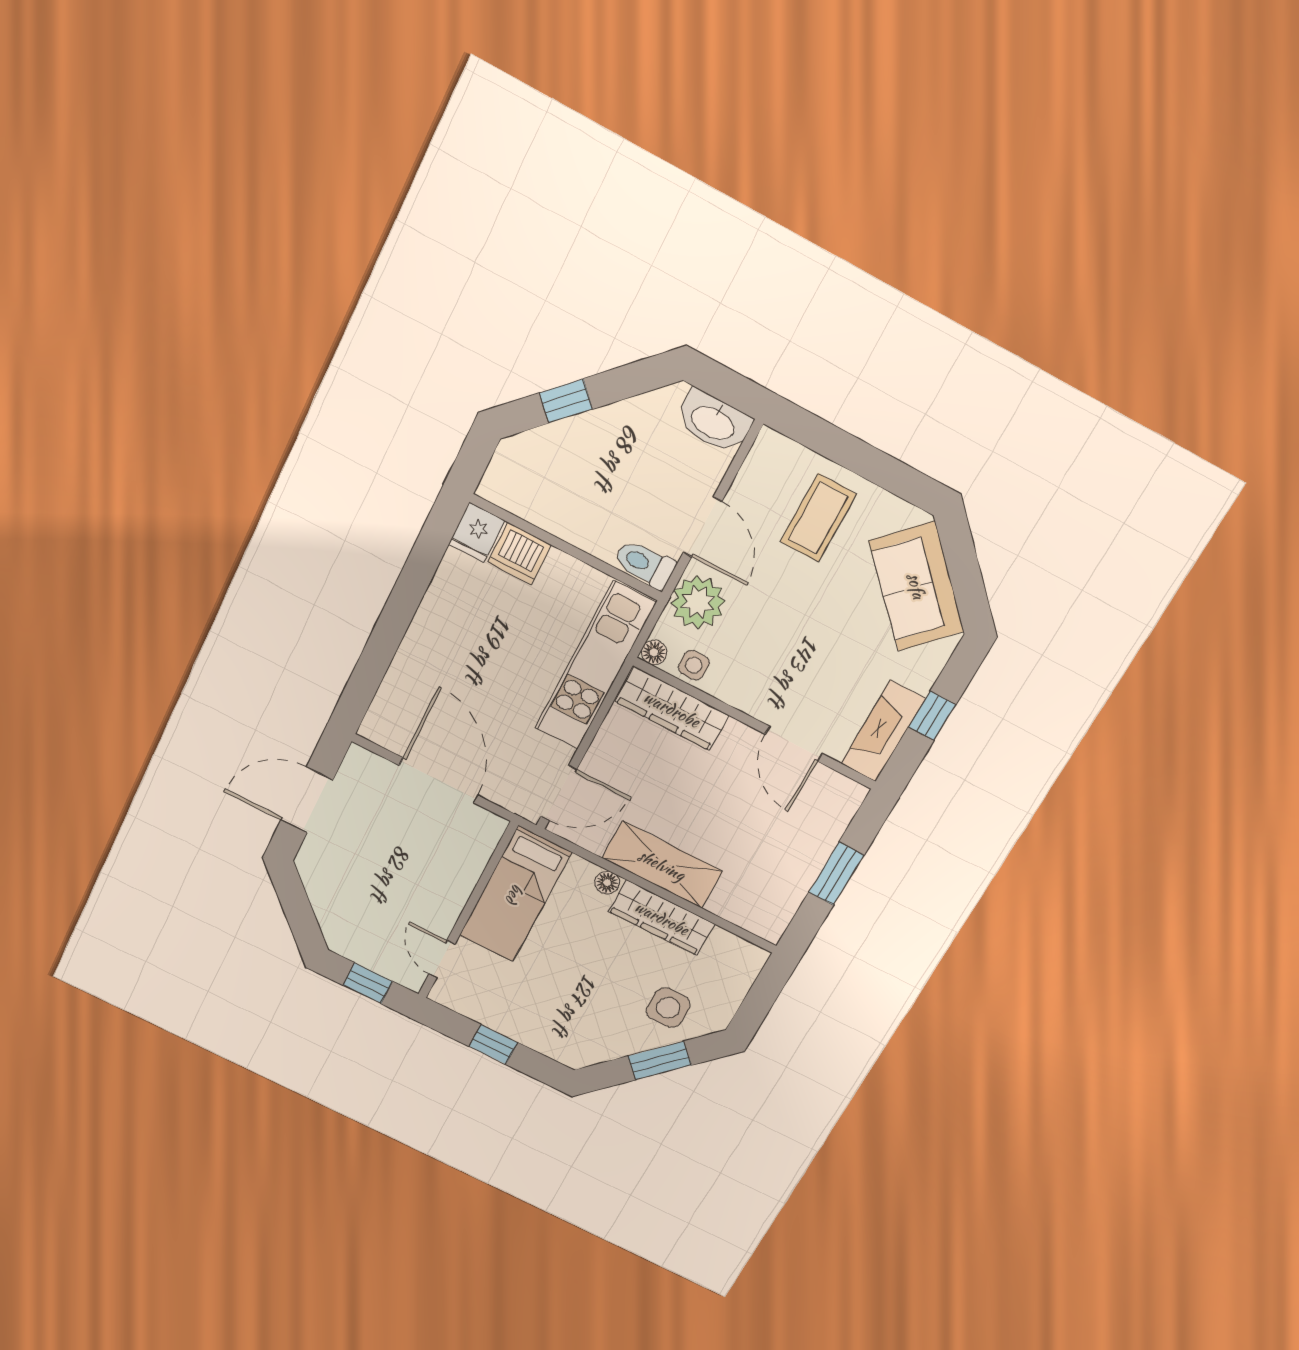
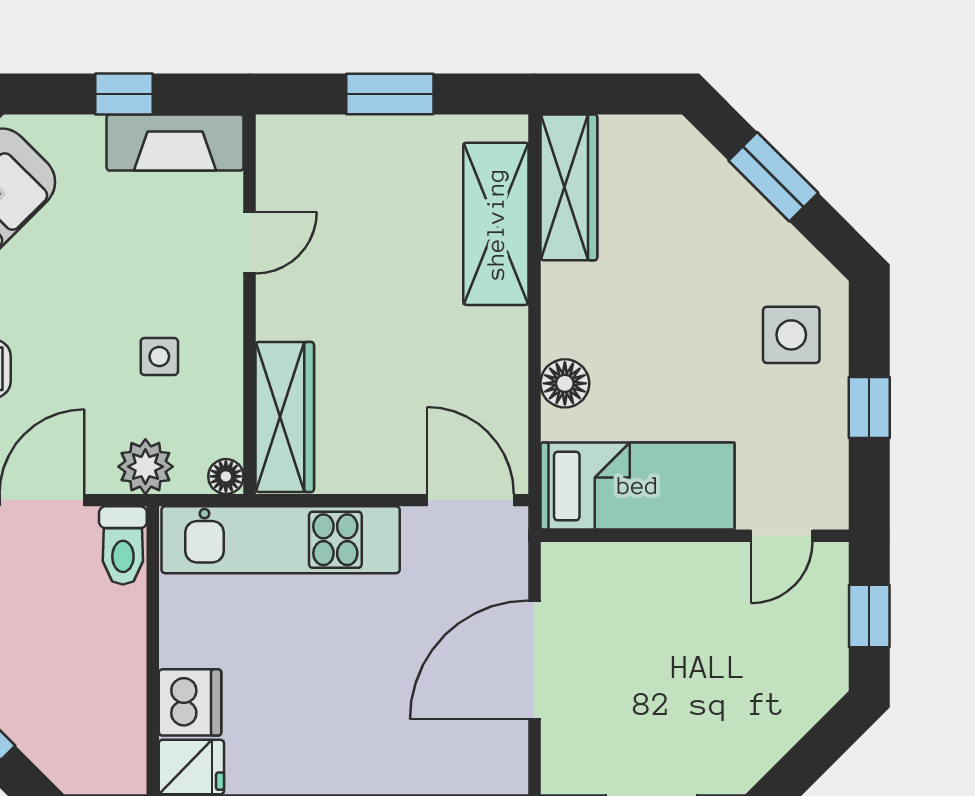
plant: (698, 602) -> (145, 467), width x0.73, depth x0.73
side table: (694, 665) -> (159, 357), moved
door: (794, 744) -> (250, 243), width x0.73
shelving: (662, 865) -> (496, 224), moved
floor lamp: (607, 883) -> (565, 383), width x1.37, depth x1.37
wardrobe: (662, 918) -> (569, 187), moved
side table: (668, 1008) -> (791, 335), moved

